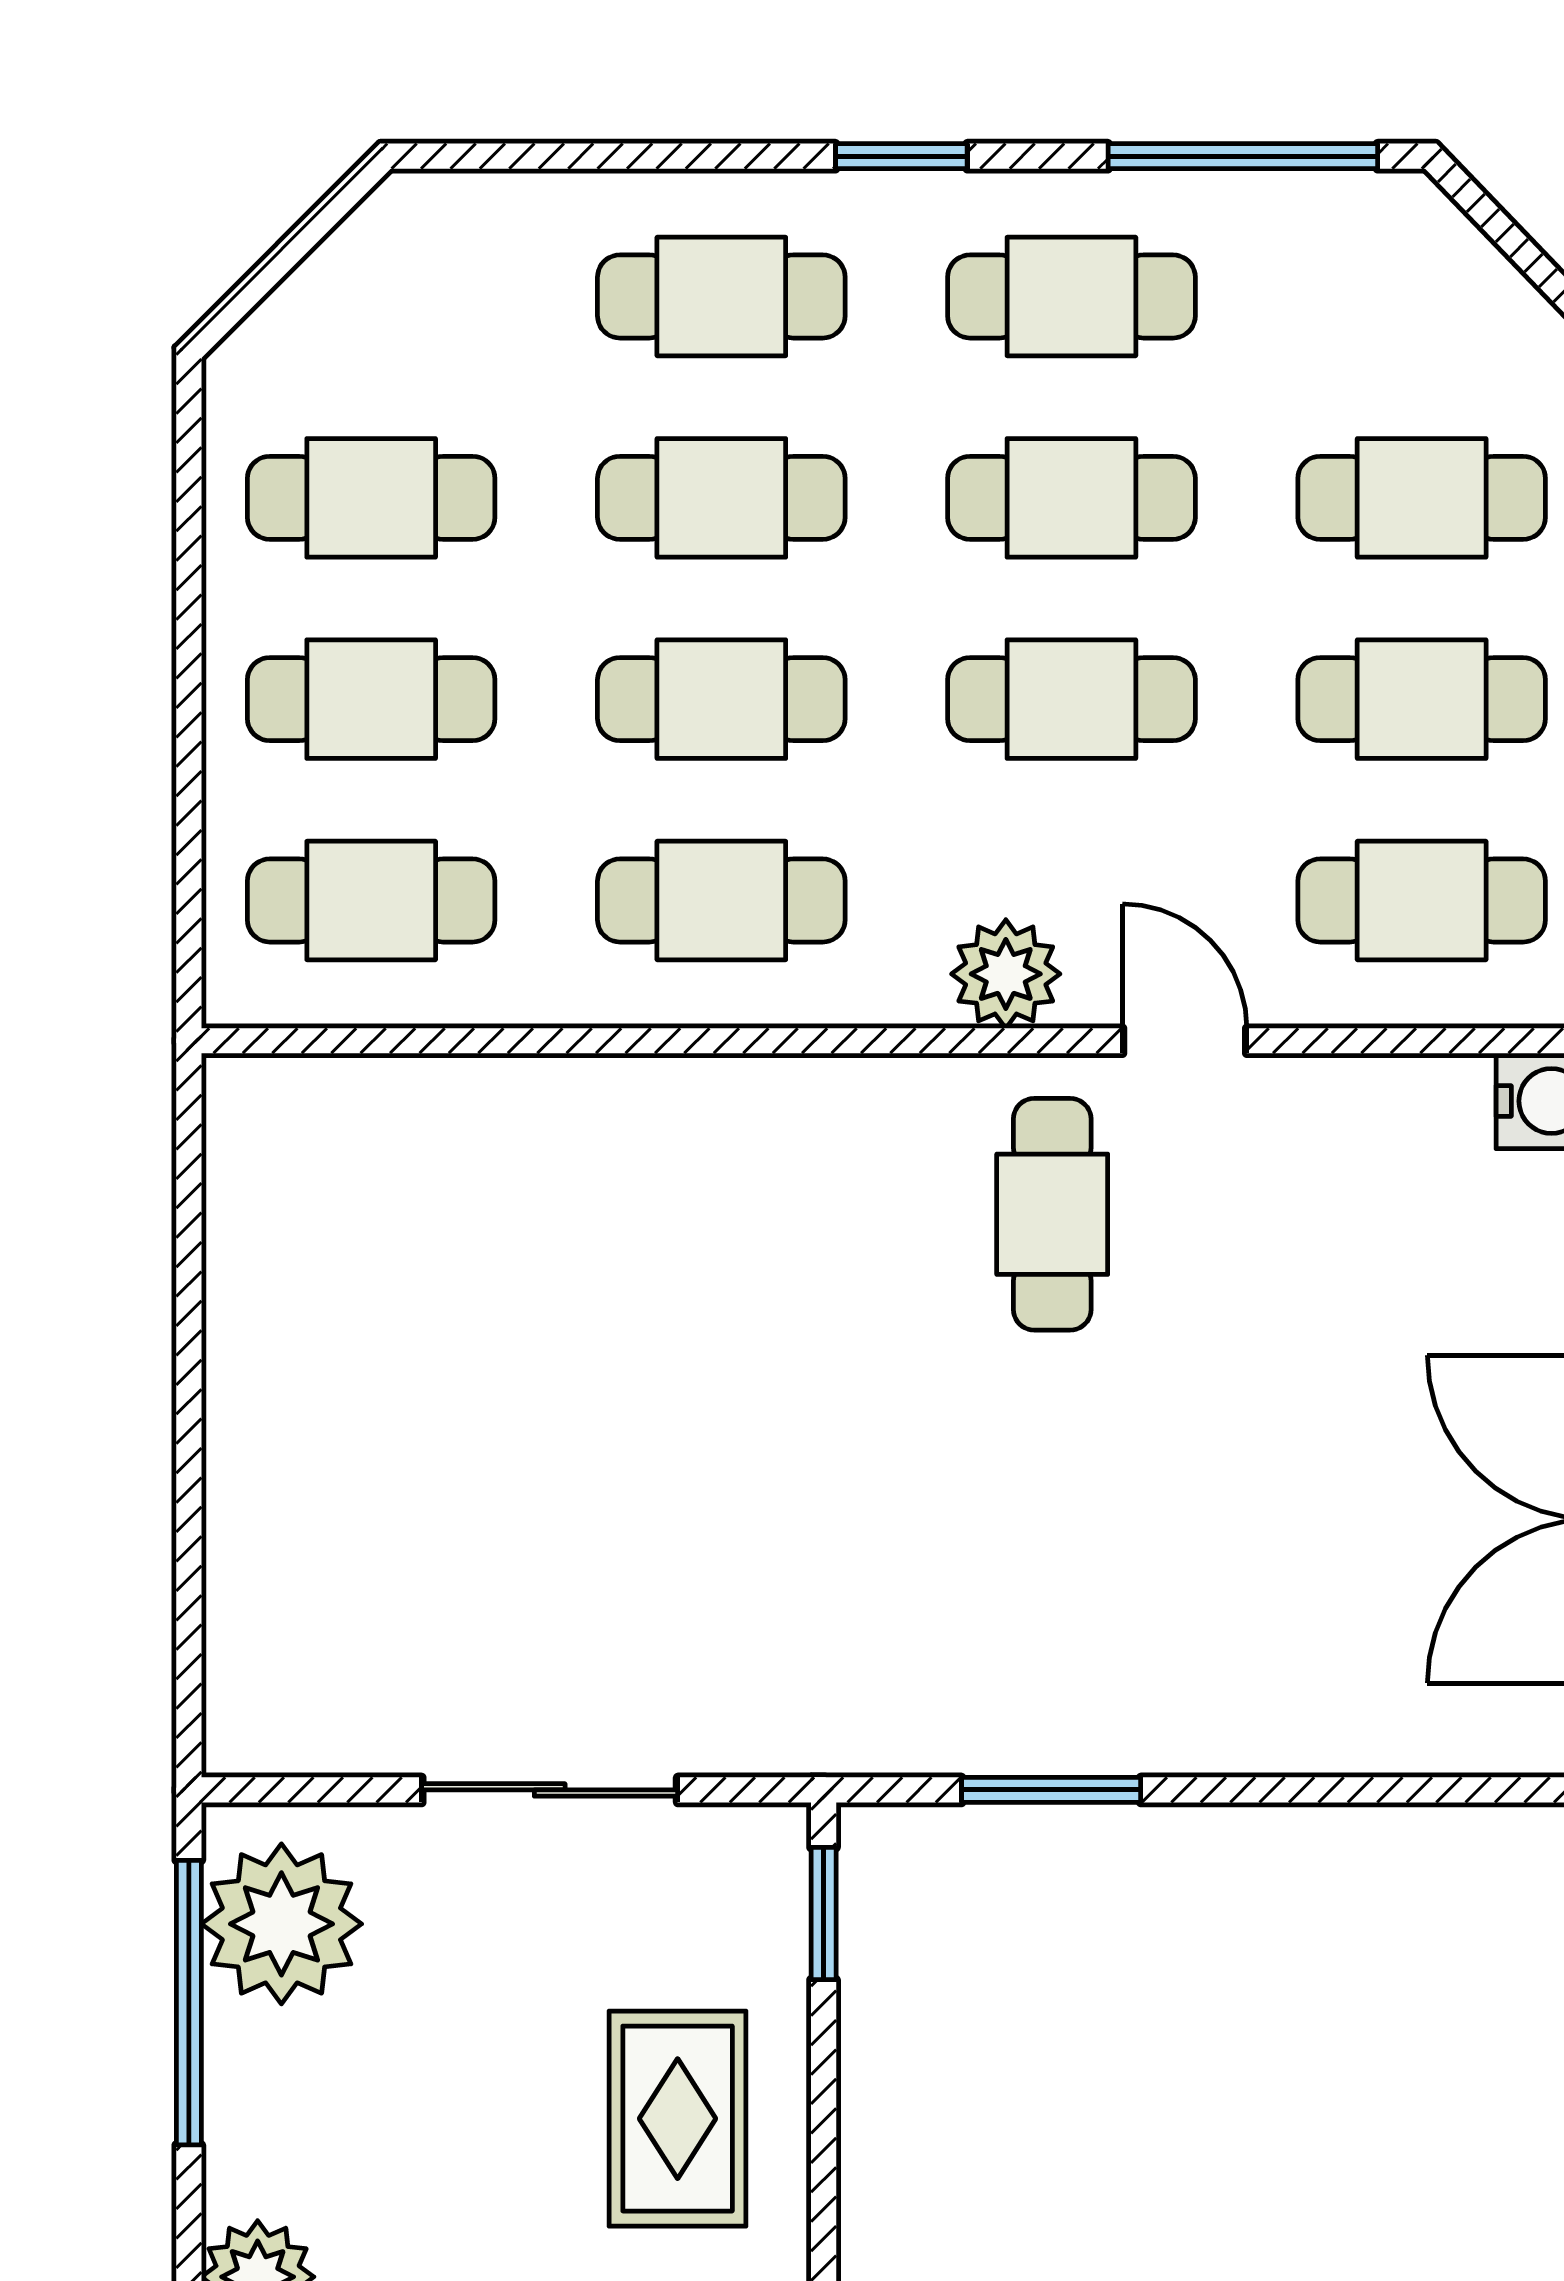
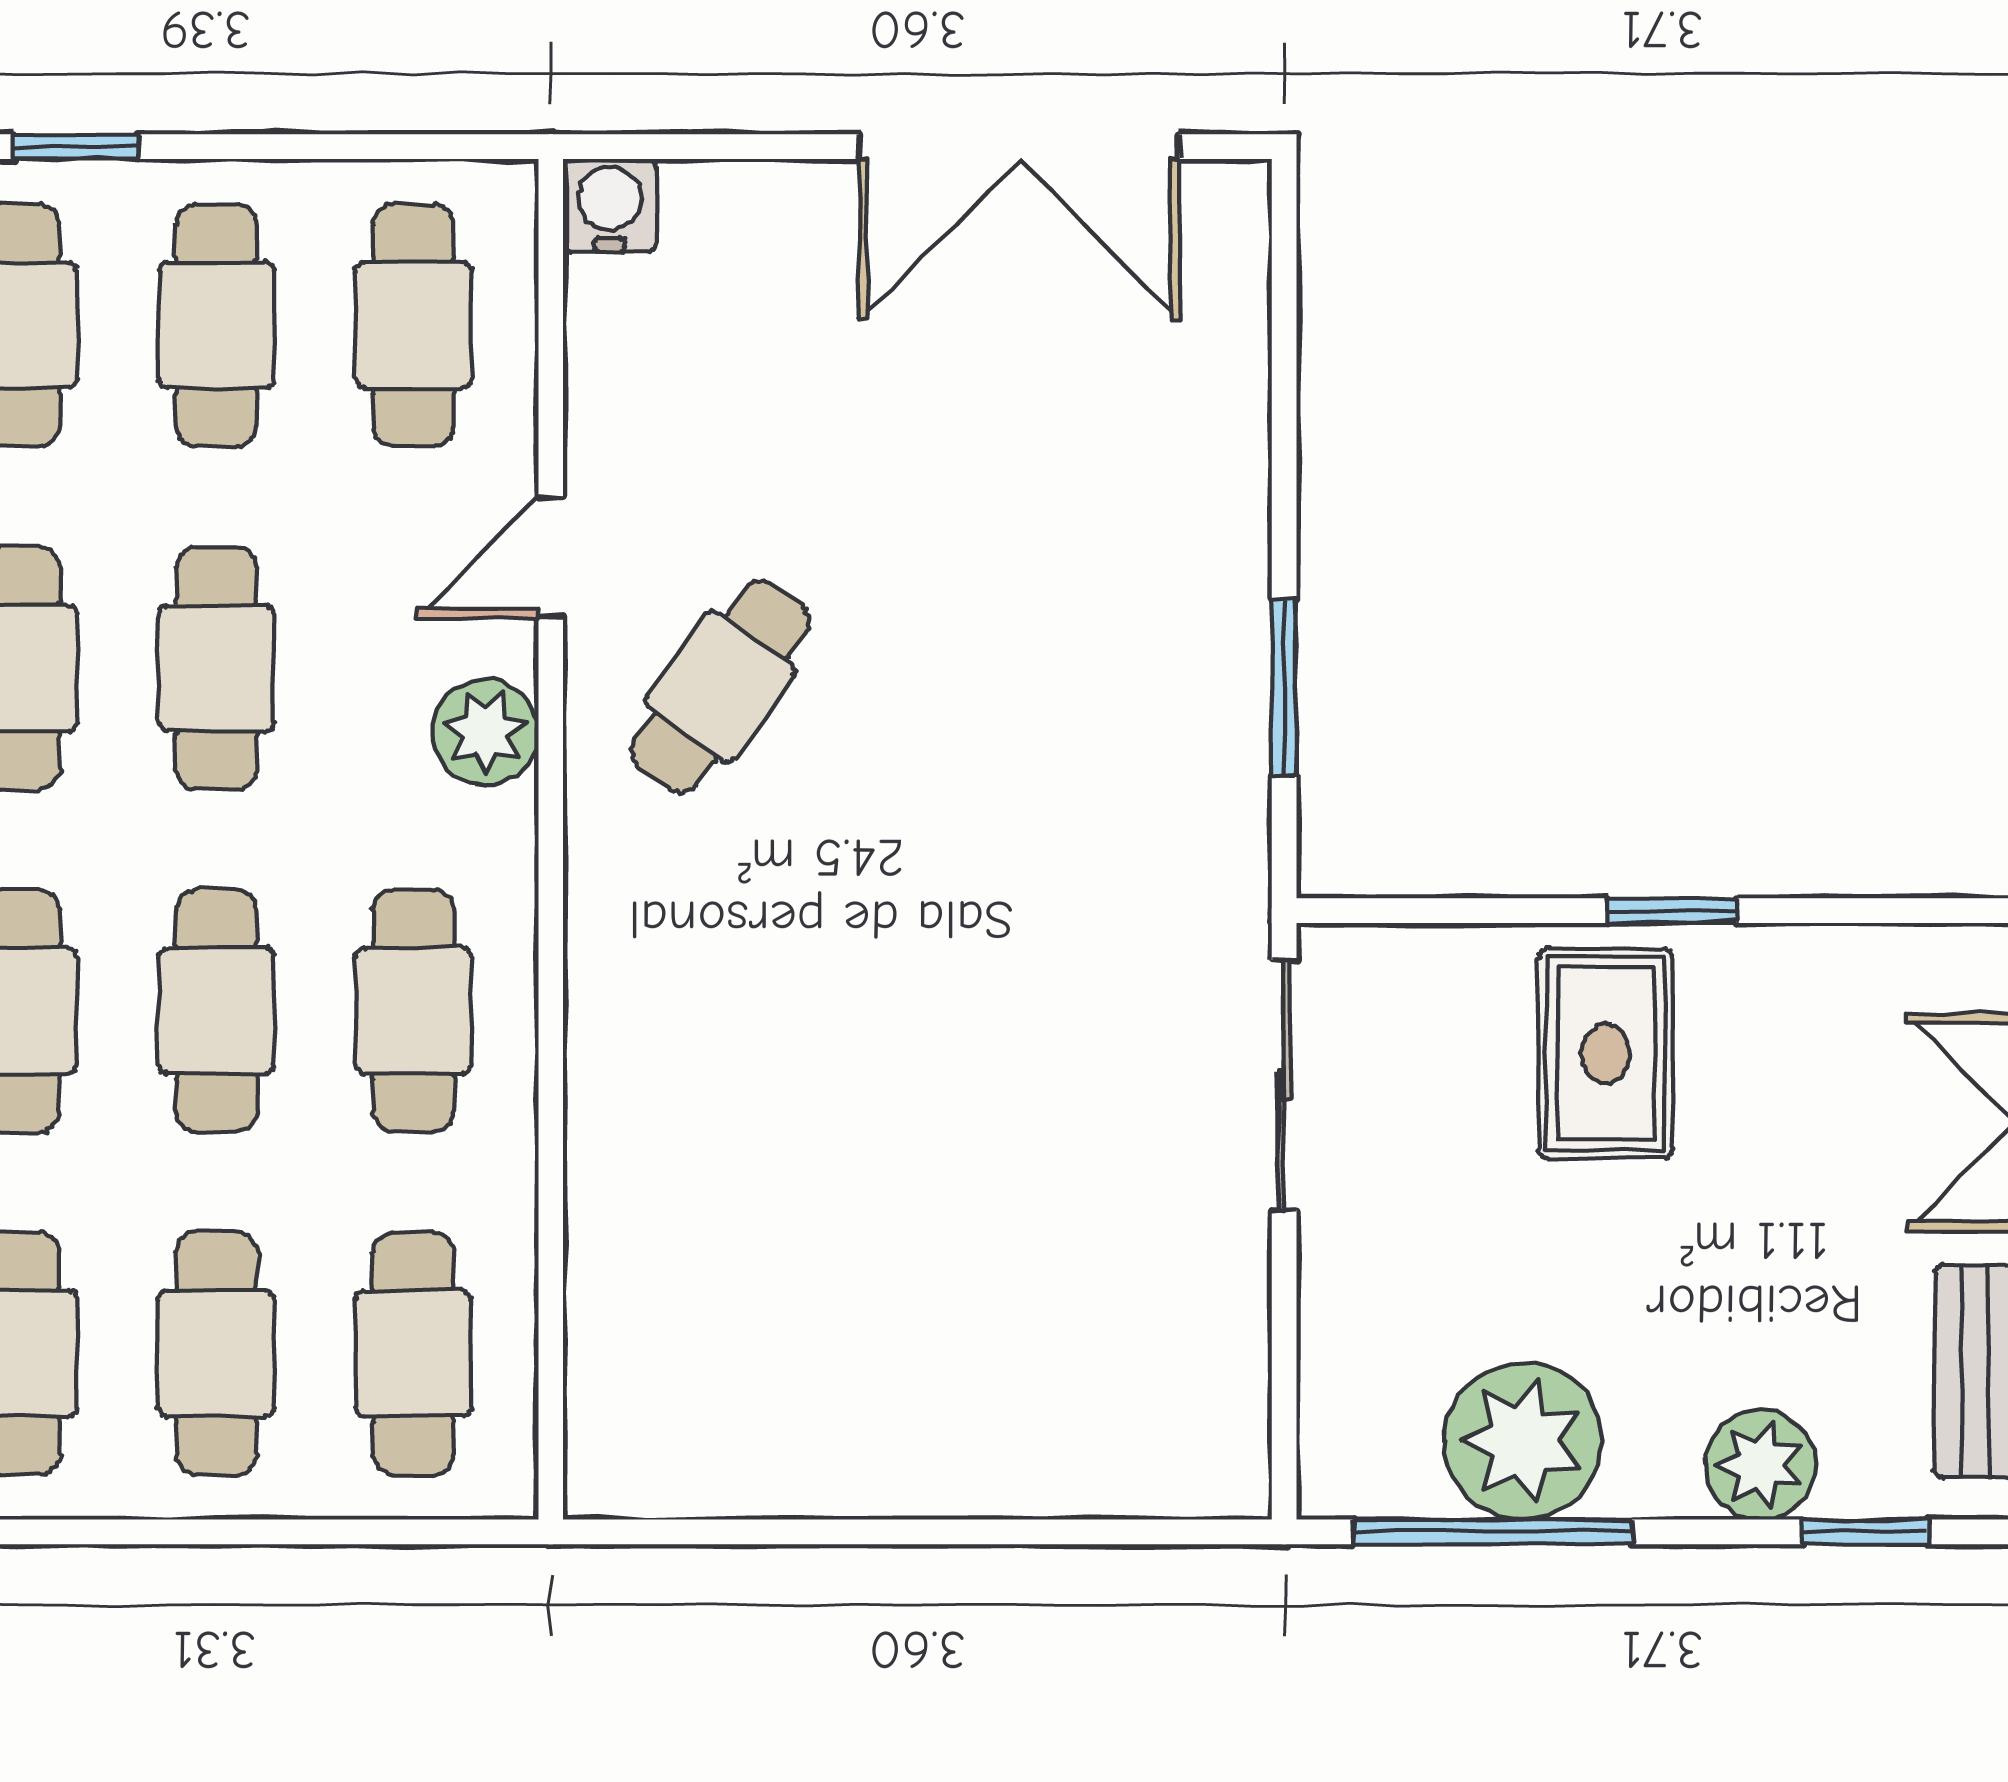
cafe table: (1052, 1214) -> (721, 687), turned -54
sliding door: (550, 1790) -> (1284, 1085), moved
window: (824, 1914) -> (1672, 911), moved
plant: (281, 1924) -> (1523, 1441), moved
rug: (678, 2119) -> (1606, 1054), turned 90

